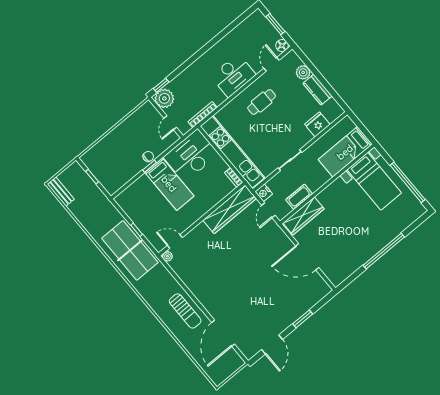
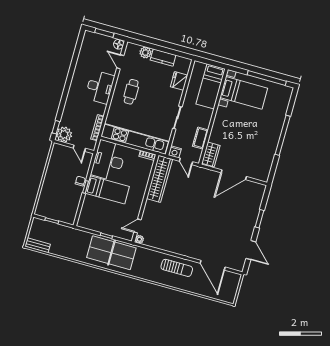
wardrobe: (304, 216) -> (211, 154), width x0.67

